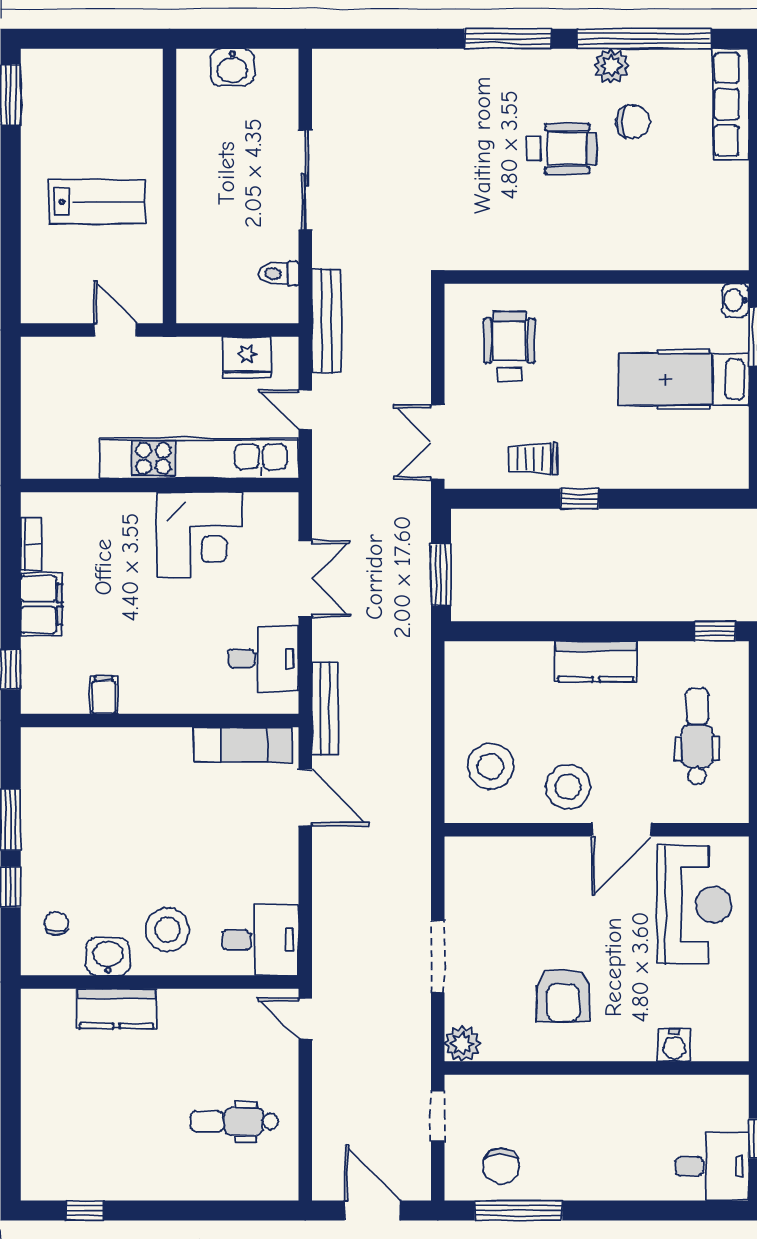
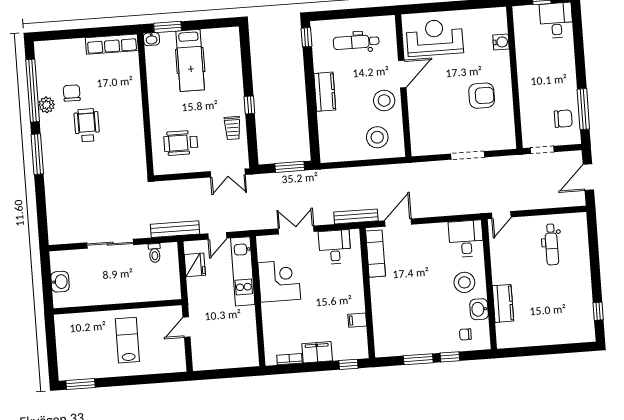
row of seats: (731, 104) -> (112, 44), moved
kitchen unit: (199, 458) -> (243, 271), width x0.73
door: (622, 830) -> (402, 74), hinge flipped
plant: (462, 1043) -> (507, 141), removed

